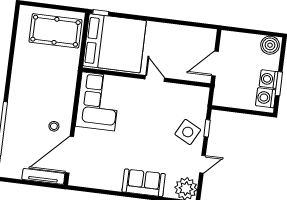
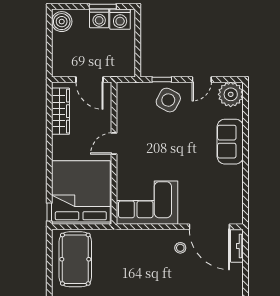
wardrobe: (190, 34) -> (61, 111), added
door: (203, 164) -> (202, 79), swing flipped
tv unit: (43, 176) -> (237, 246), width x0.71

